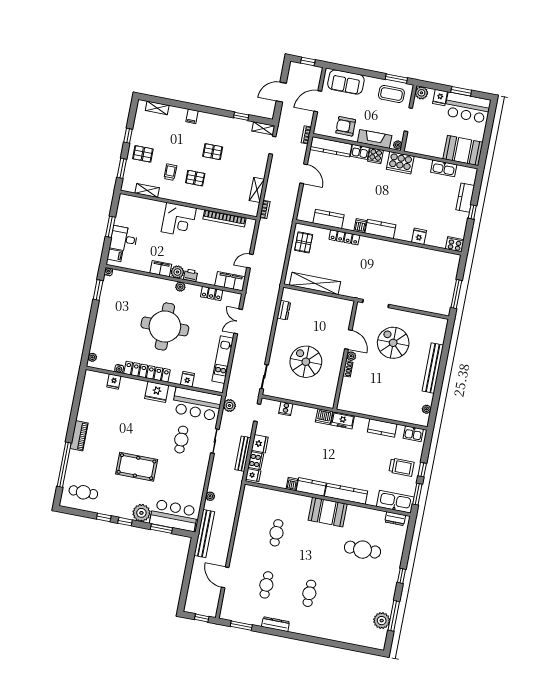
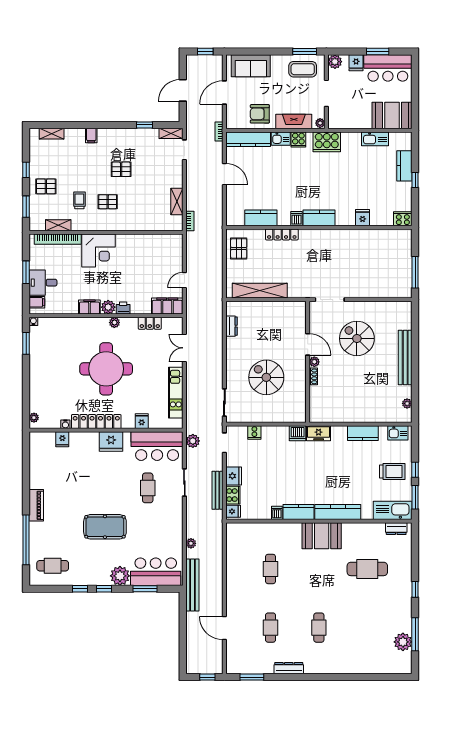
bookcase: (225, 218) -> (58, 239), moved

